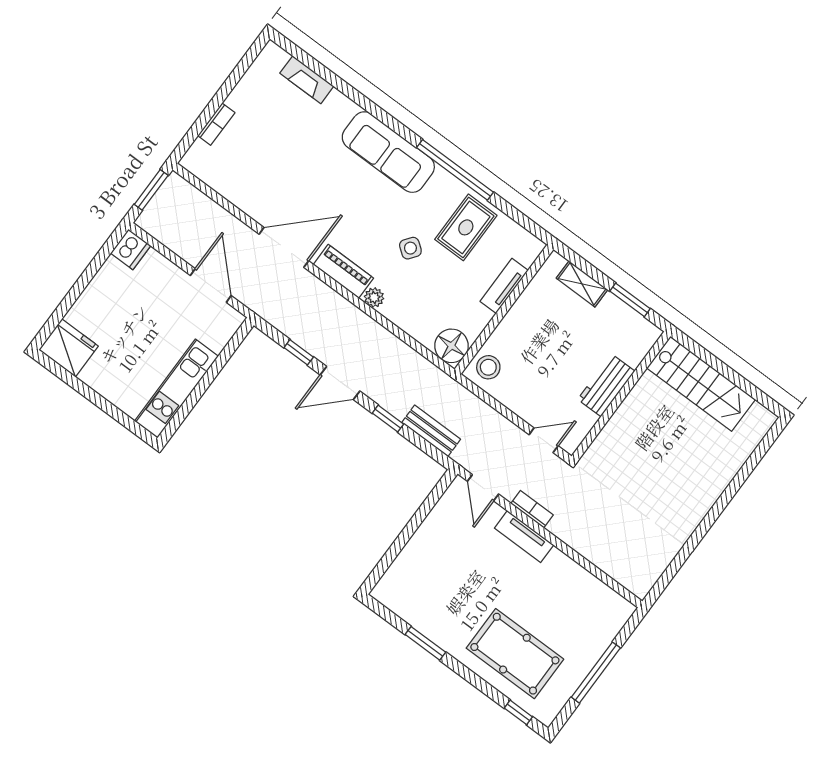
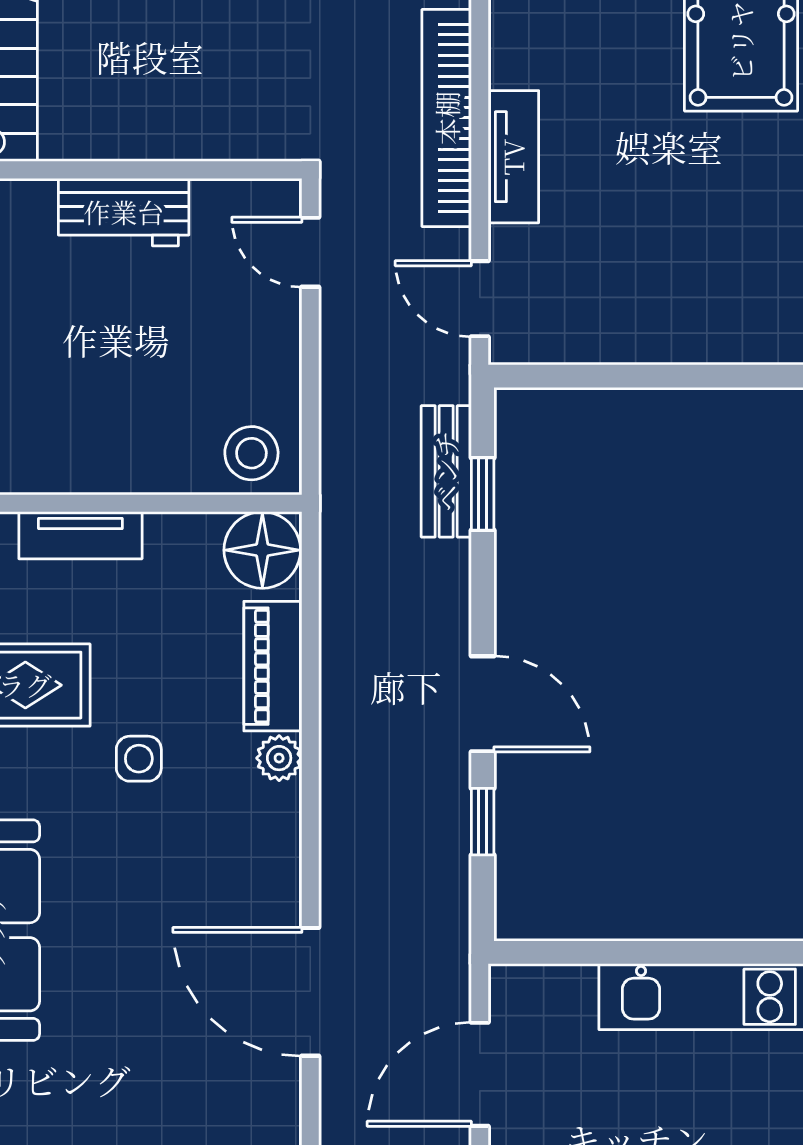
side table: (410, 248) -> (139, 759), turned -37
piano: (343, 271) -> (273, 666), moved
window: (388, 419) -> (483, 494), moved
door: (483, 488) -> (480, 299), swing flipped
bookcase: (532, 509) -> (447, 118), width x2.31, depth x1.31

